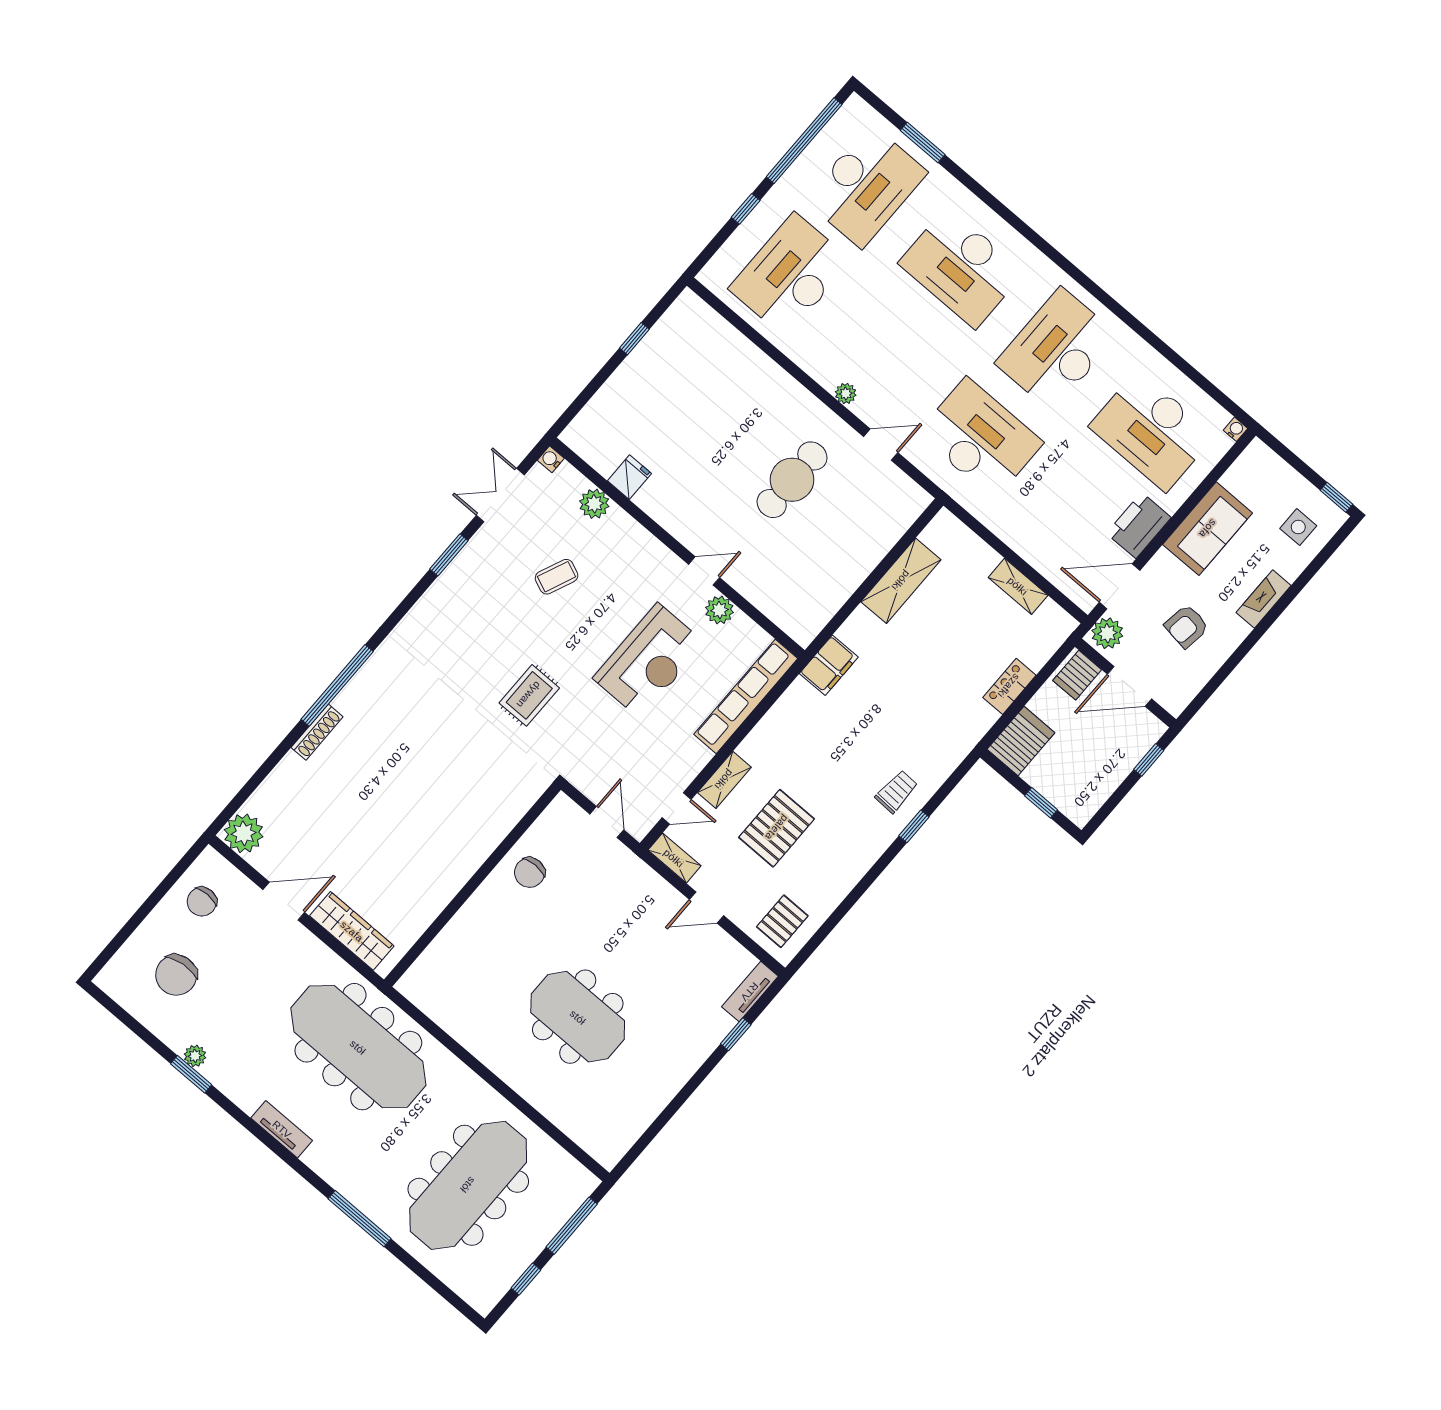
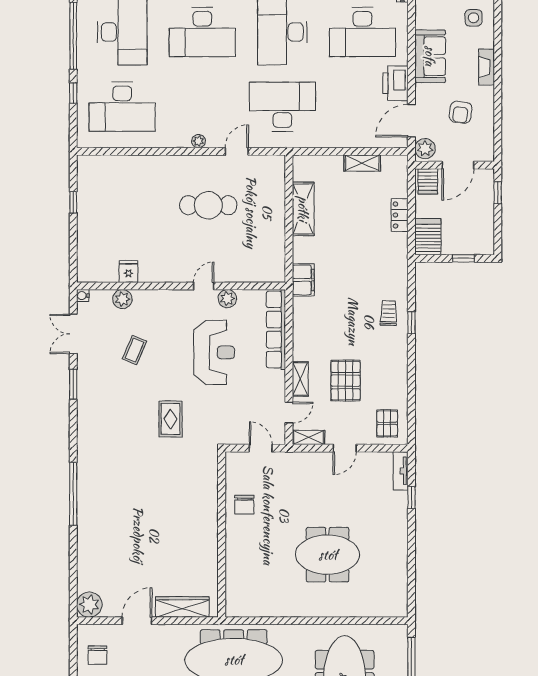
desk: (790, 275) -> (122, 107), turned -90
cafe table: (792, 480) -> (208, 205), turned 90
shoe rack: (317, 732) -> (83, 525), removed

